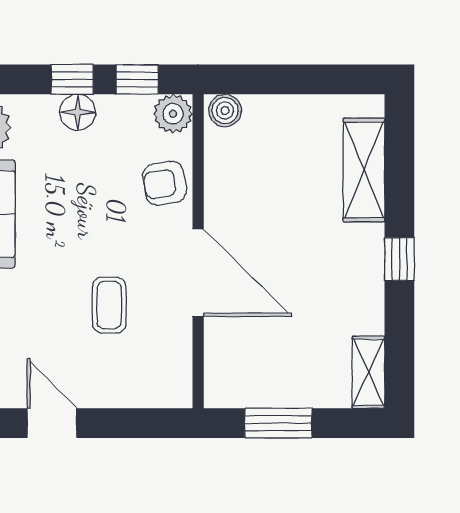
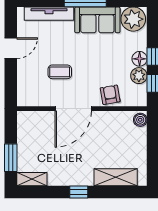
plant: (173, 114) -> (139, 76), moved
window: (278, 423) -> (11, 158), moved

